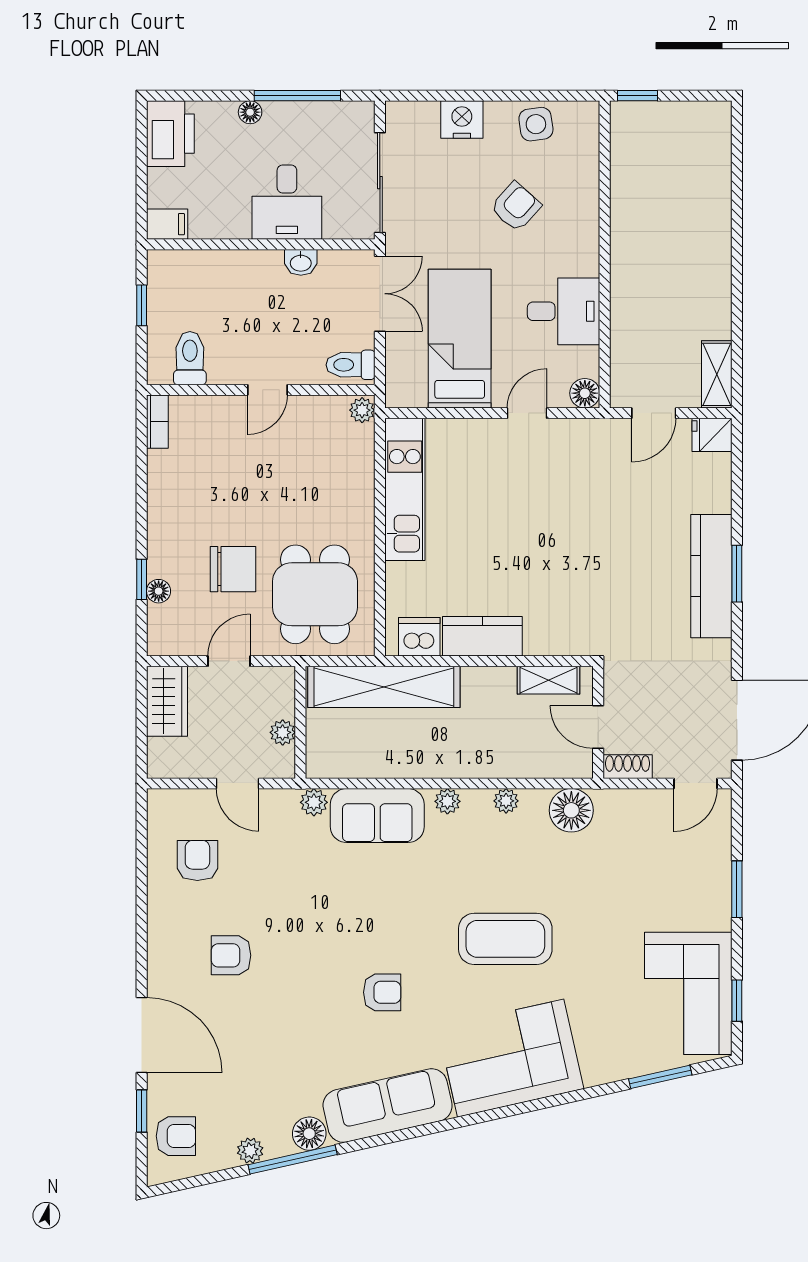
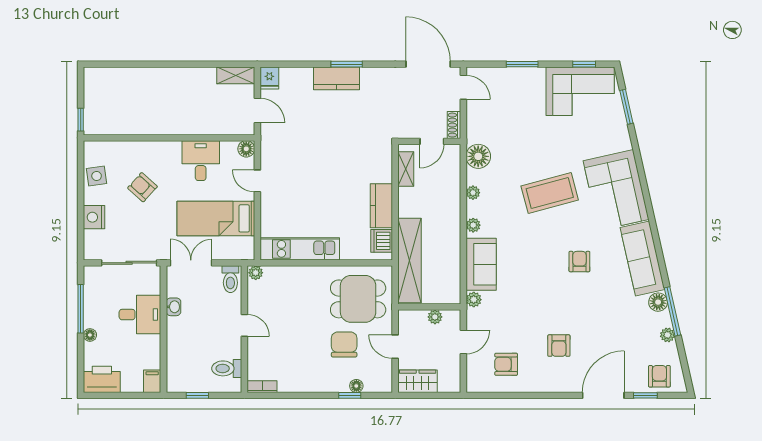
kitchen counter: (711, 576) -> (337, 78), width x0.67
coffee table: (505, 939) -> (550, 193), turned 75

